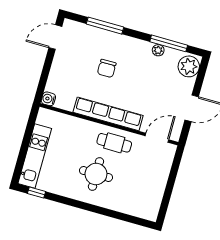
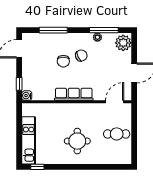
chair: (131, 68) -> (81, 56), added
window: (43, 81) -> (19, 84), added
row of seats: (108, 114) -> (74, 94), width x0.73
cafe table: (114, 143) -> (117, 134), moved

